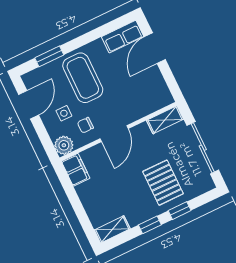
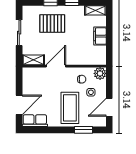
door: (114, 134) -> (56, 66), moved
sliding door: (203, 148) -> (19, 33), width x0.73
filing cabinet: (76, 170) -> (100, 36), moved
pallet: (163, 183) -> (52, 24), turned 90

